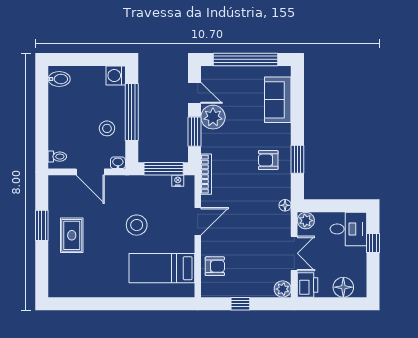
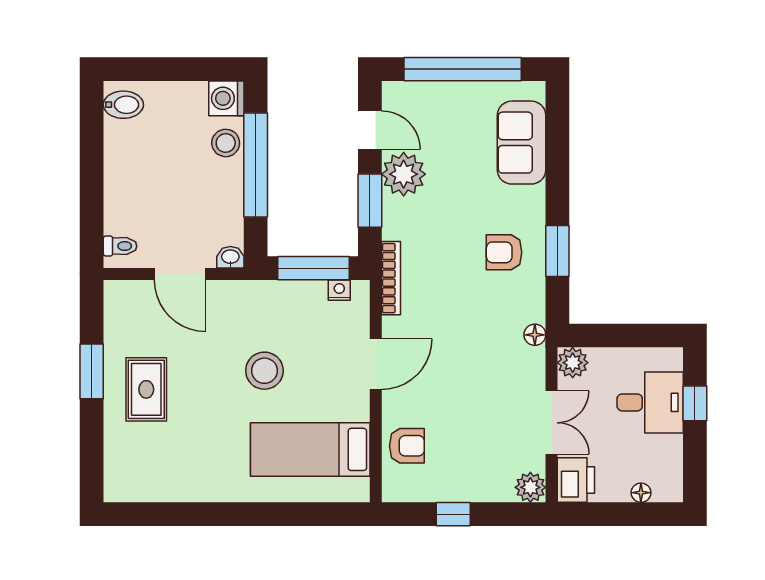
stool: (107, 128) -> (226, 143), moved
desk: (348, 229) -> (650, 402), moved
floor lamp: (343, 287) -> (641, 493), width x0.53, depth x0.53

